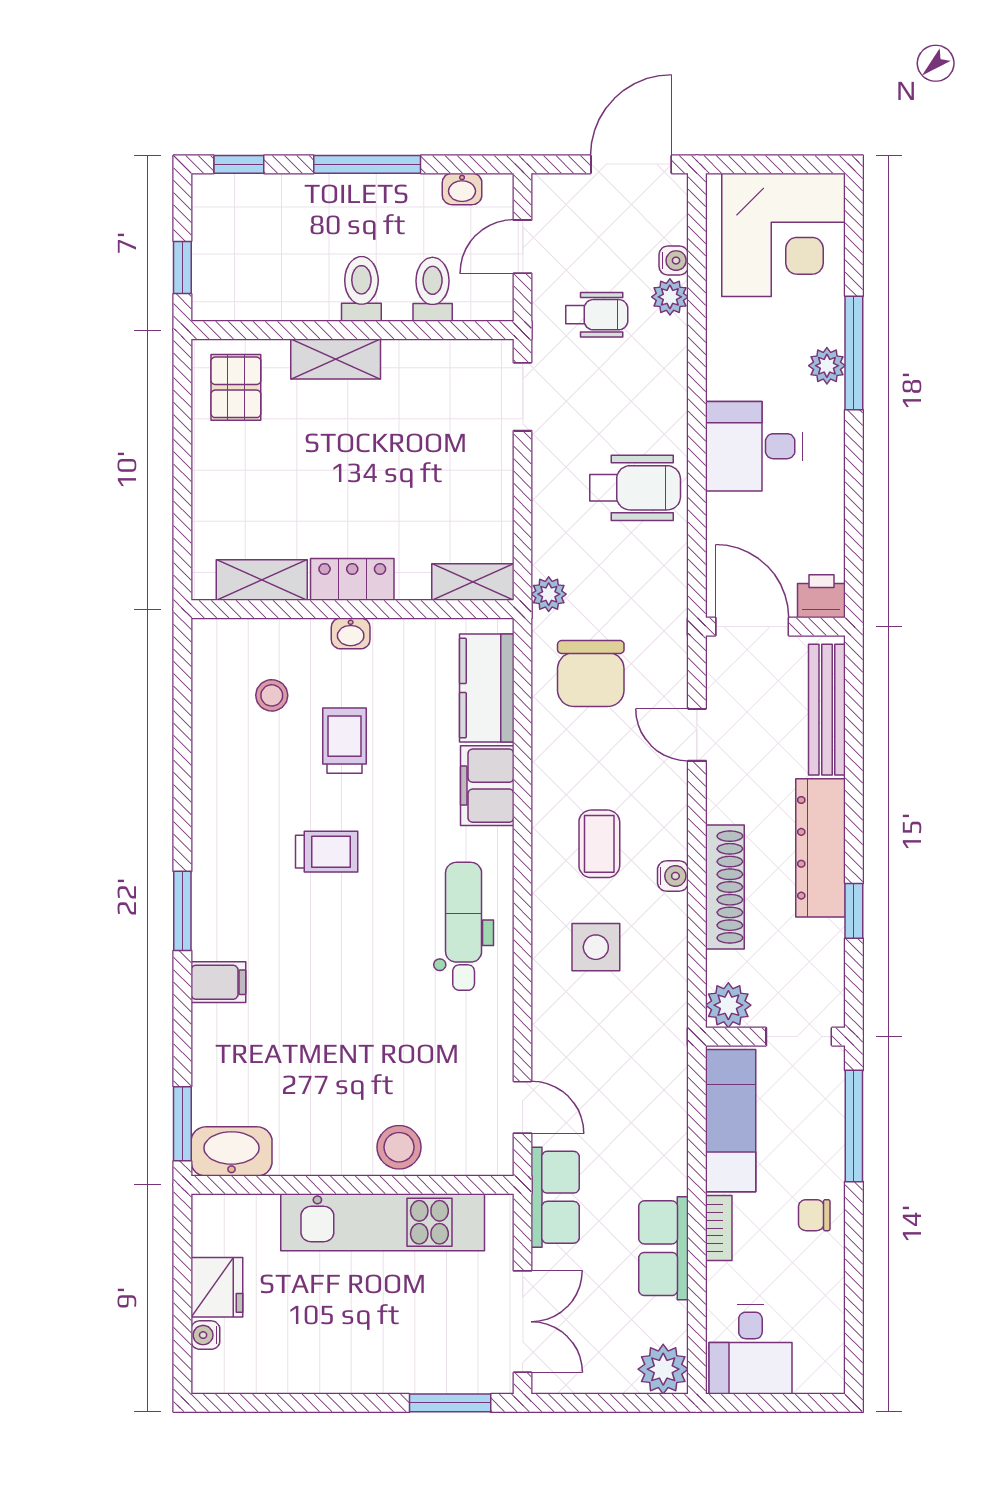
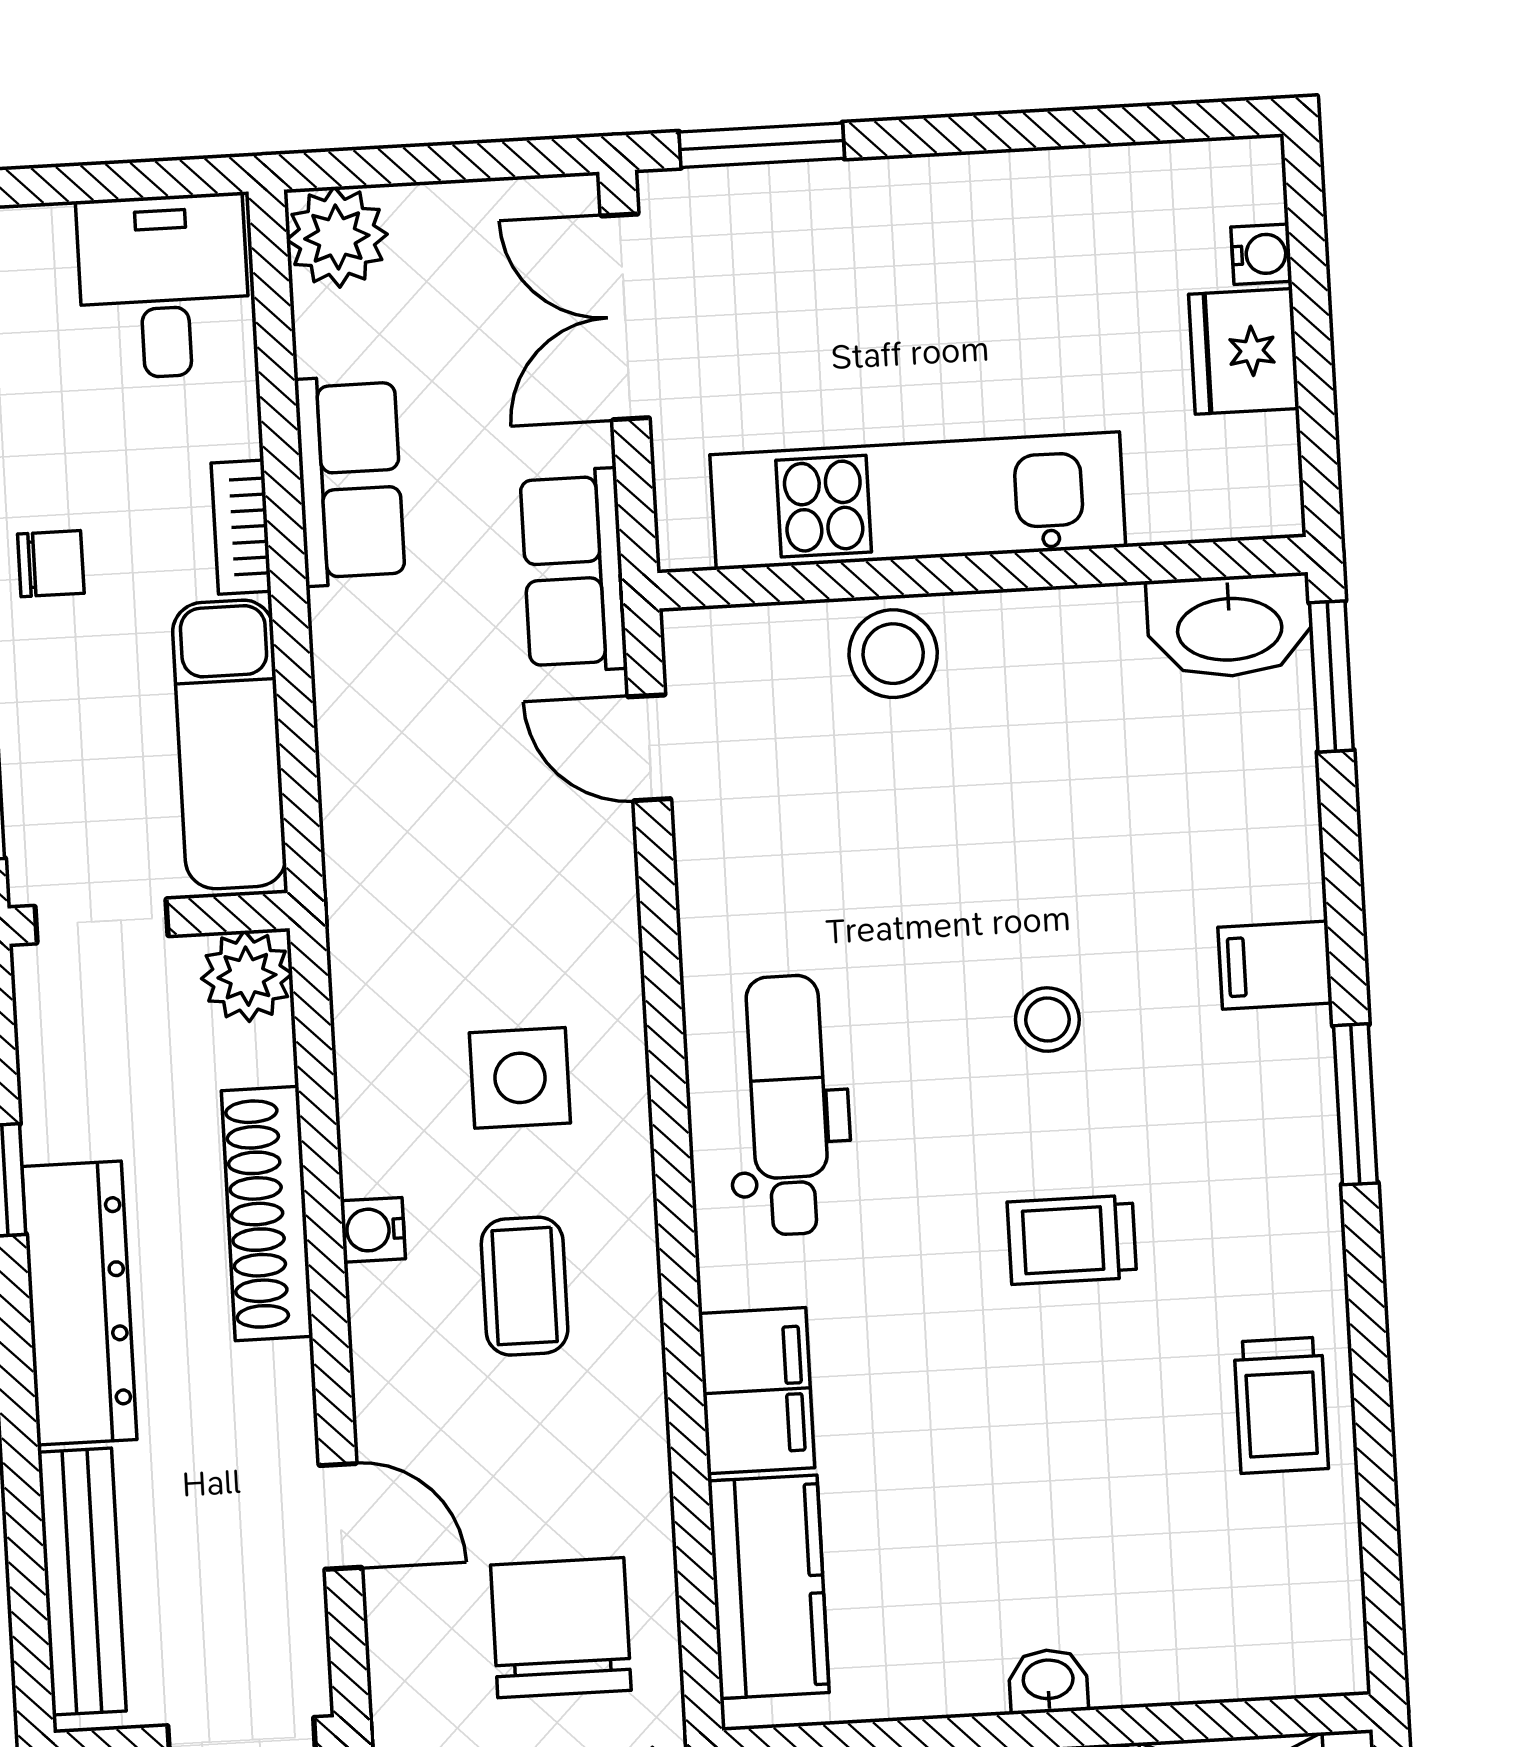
stool: (272, 695) -> (1047, 1020), moved
trolley: (344, 741) -> (1281, 1405), moved
dental chair: (464, 926) -> (788, 1105), turned 180

